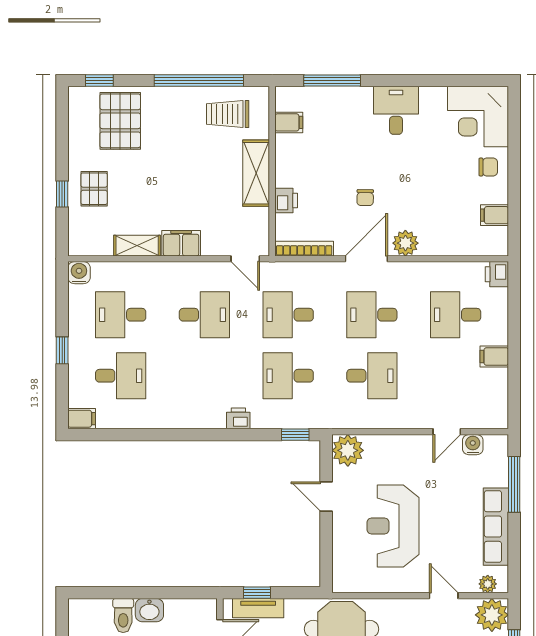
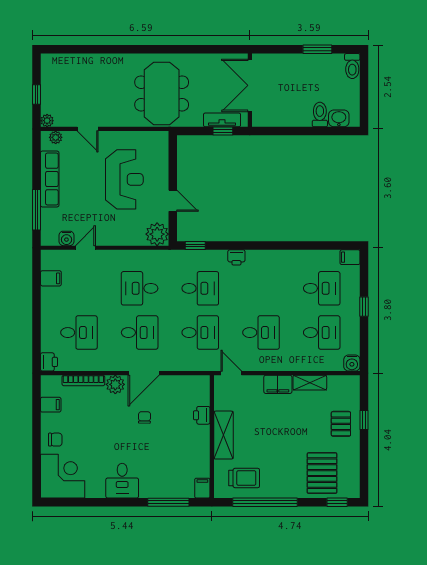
filing cabinet: (289, 122) -> (202, 488), moved, turned 90
chair: (488, 167) -> (55, 440), turned 180
bookcase: (304, 249) -> (83, 380), moved
desk: (204, 315) -> (261, 333), turned 180
filing cabinet: (494, 356) -> (51, 278), moved
desk: (121, 376) -> (322, 288), turned 180
washbasin: (149, 610) -> (339, 118), moved
plant: (492, 615) -> (47, 121), width x0.53, depth x0.53

